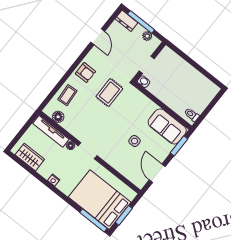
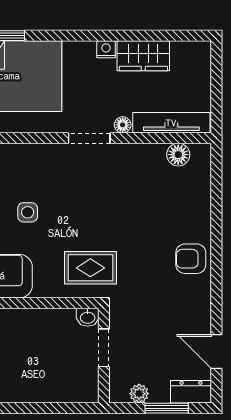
window: (141, 22) -> (167, 408), width x0.69
door: (98, 37) -> (216, 351), moved
rug: (109, 93) -> (90, 268), moved, turned 90
coffee table: (67, 95) -> (191, 200), removed
wardrobe: (30, 157) -> (143, 56), moved

